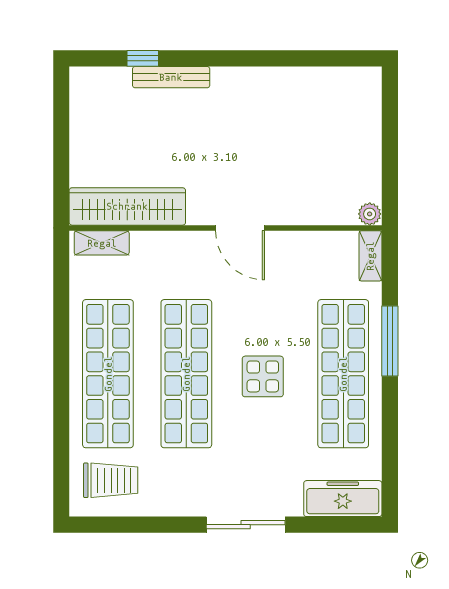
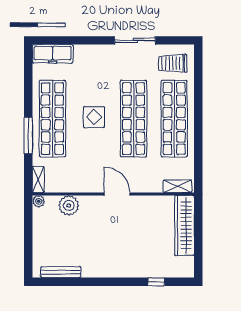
bench: (171, 77) -> (61, 272), moved
wardrobe: (127, 206) -> (184, 226), moved, turned 90
plant: (312, 206) -> (69, 205), added
door: (240, 228) -> (117, 194), moved
sliding door: (246, 525) -> (135, 40), moved

